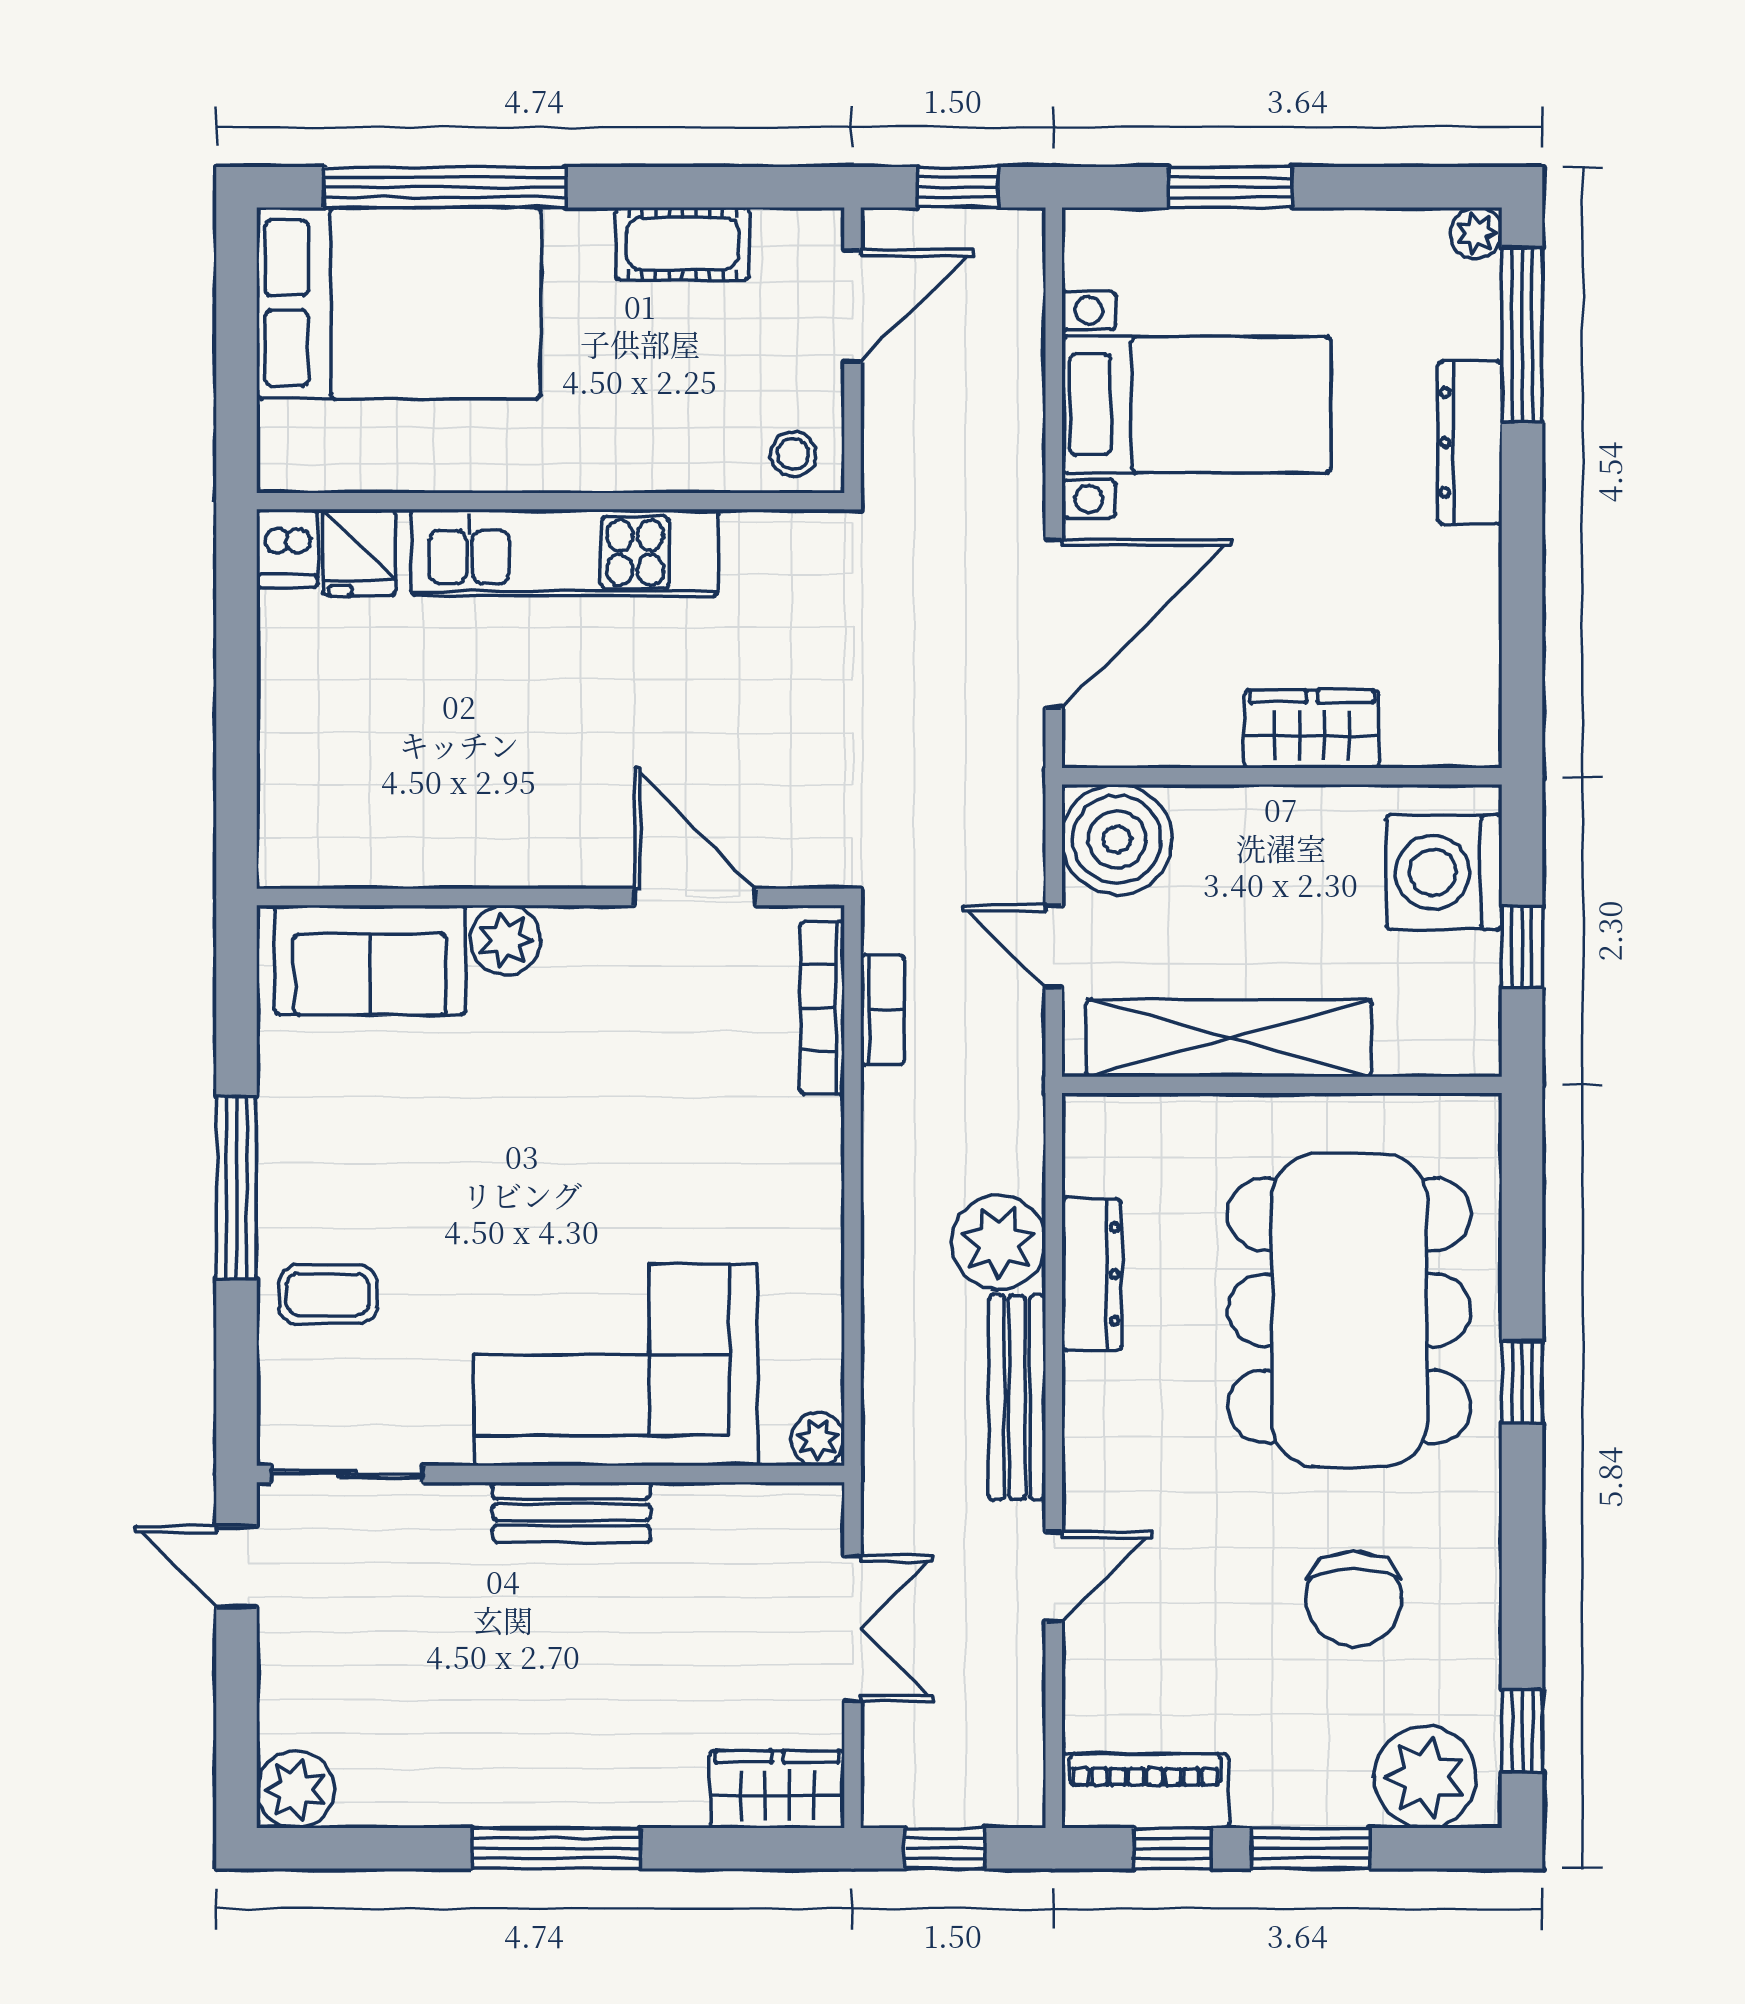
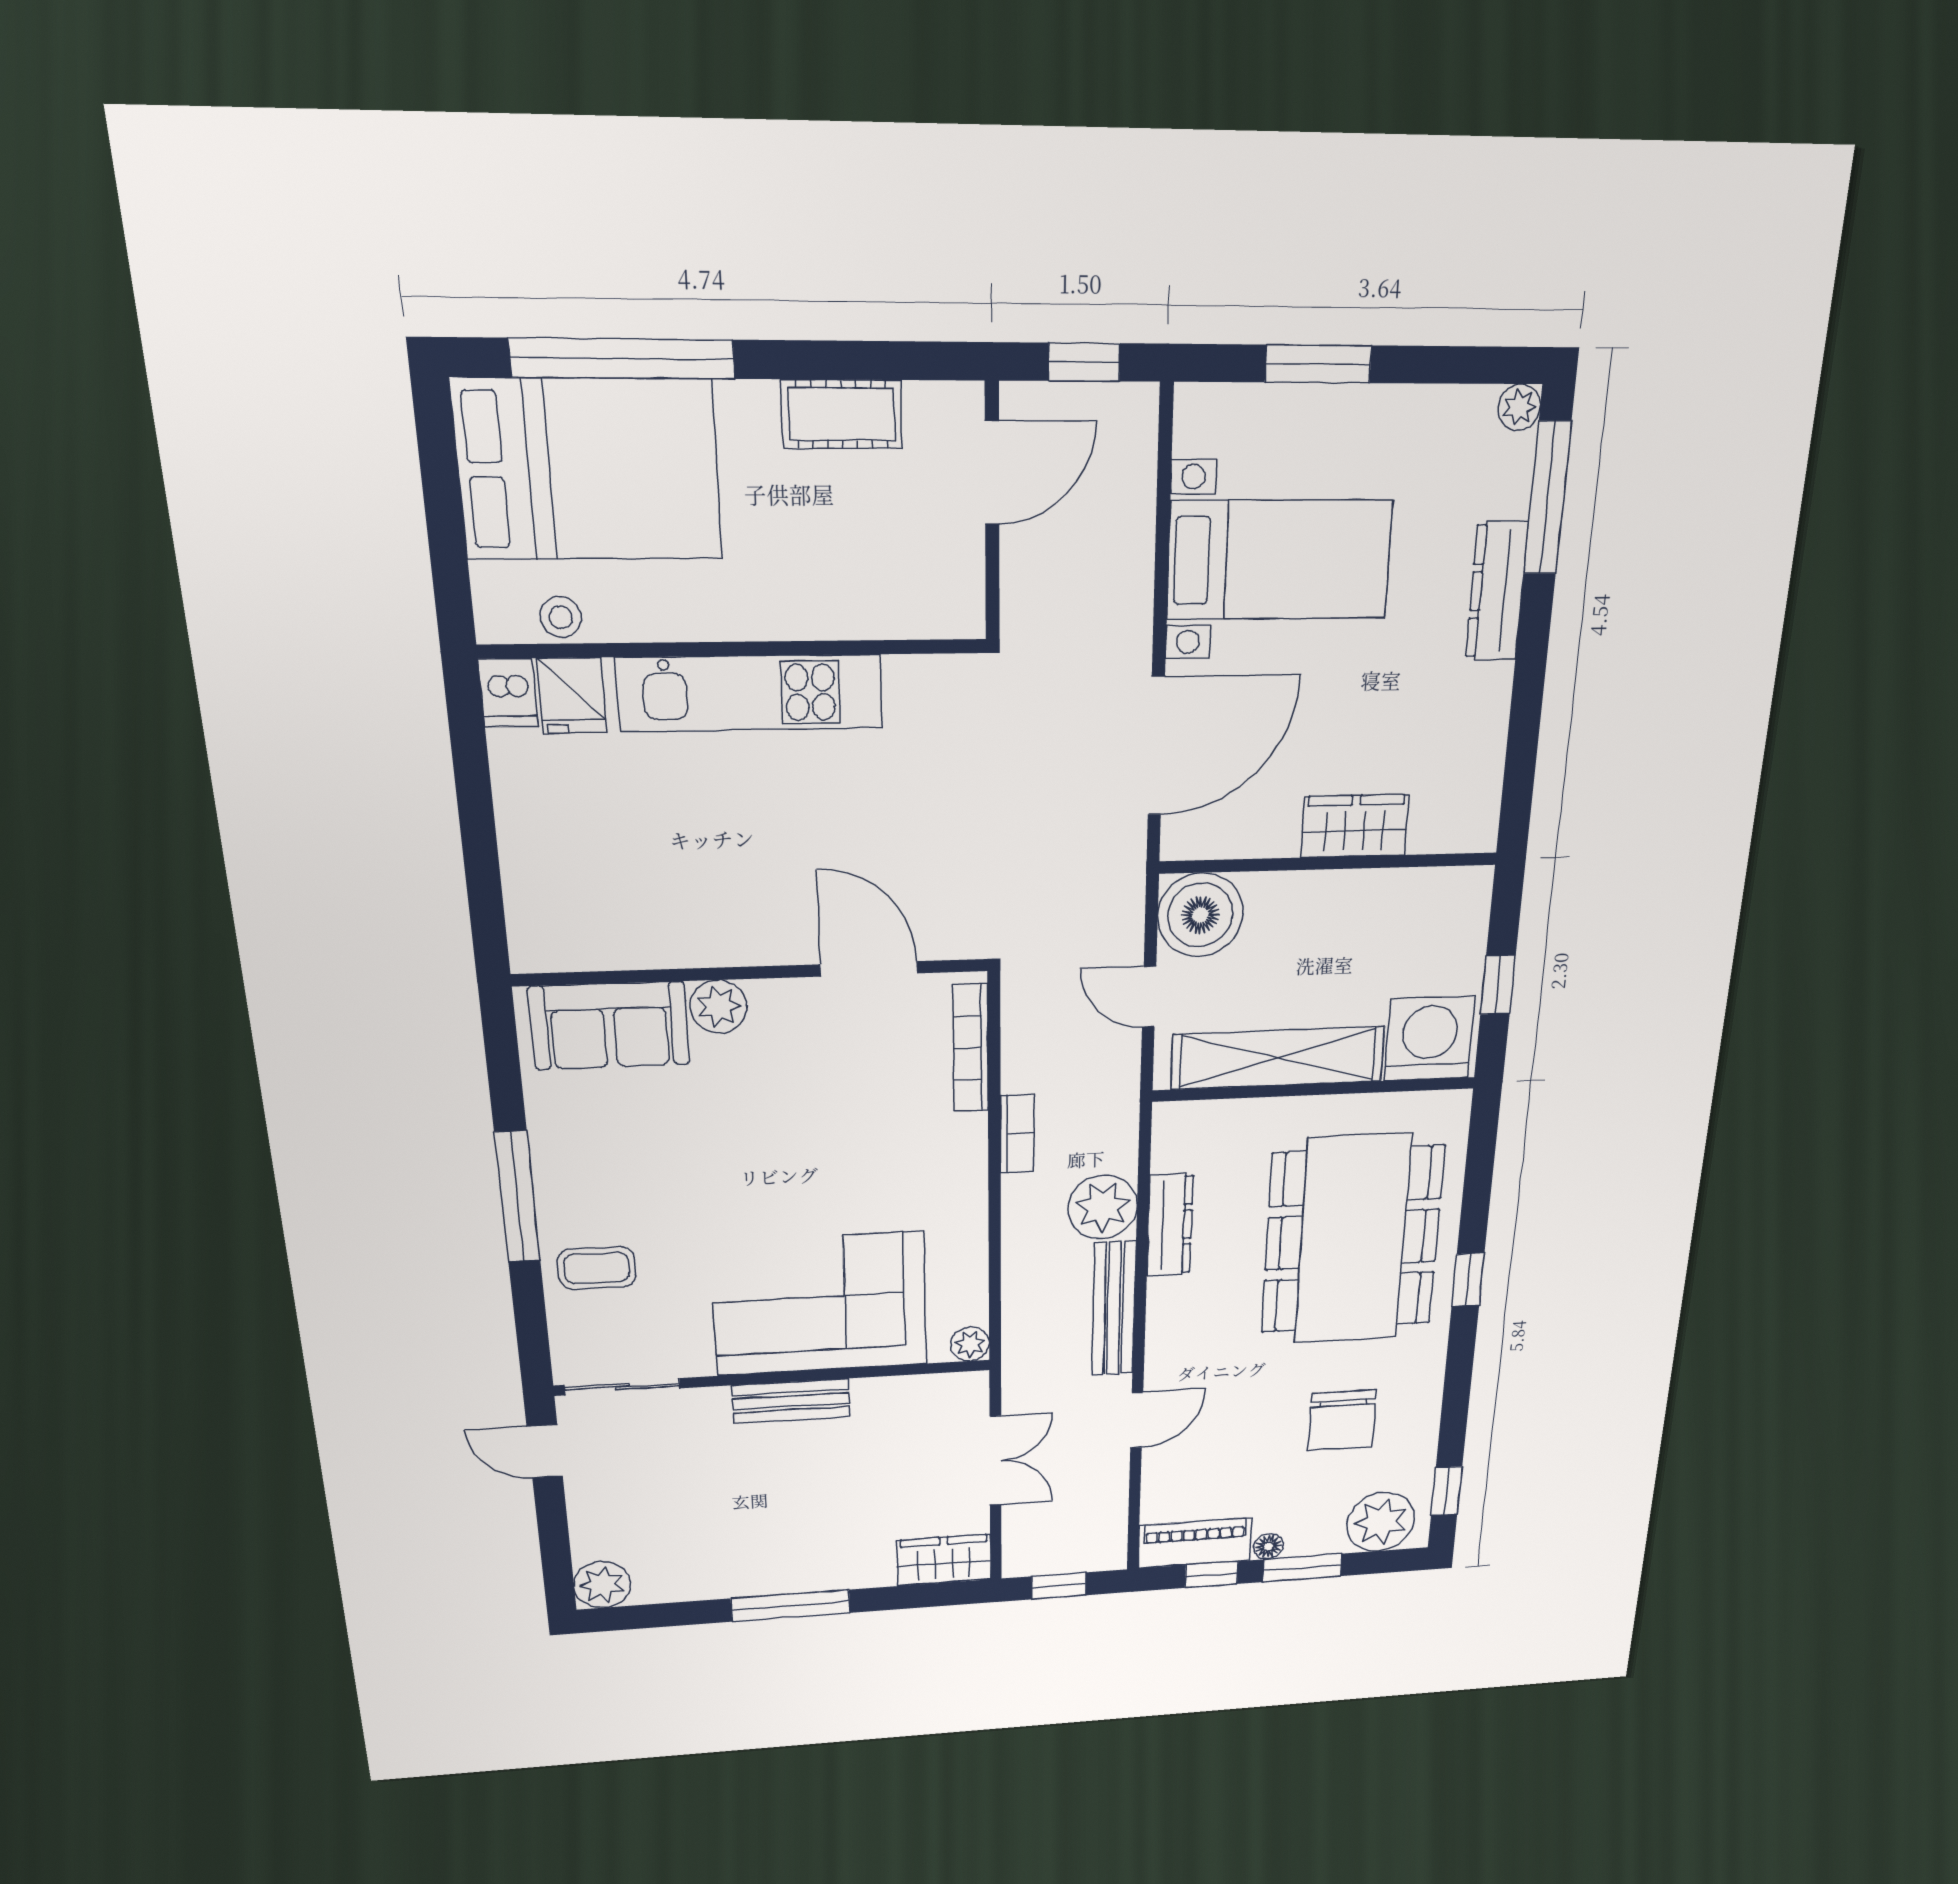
stool: (793, 454) -> (561, 617), moved
washing machine: (1444, 872) -> (1429, 1039), moved, turned 90
bookcase: (883, 1010) -> (1017, 1133), moved
floor lamp: (1256, 1806) -> (1268, 1546), added

